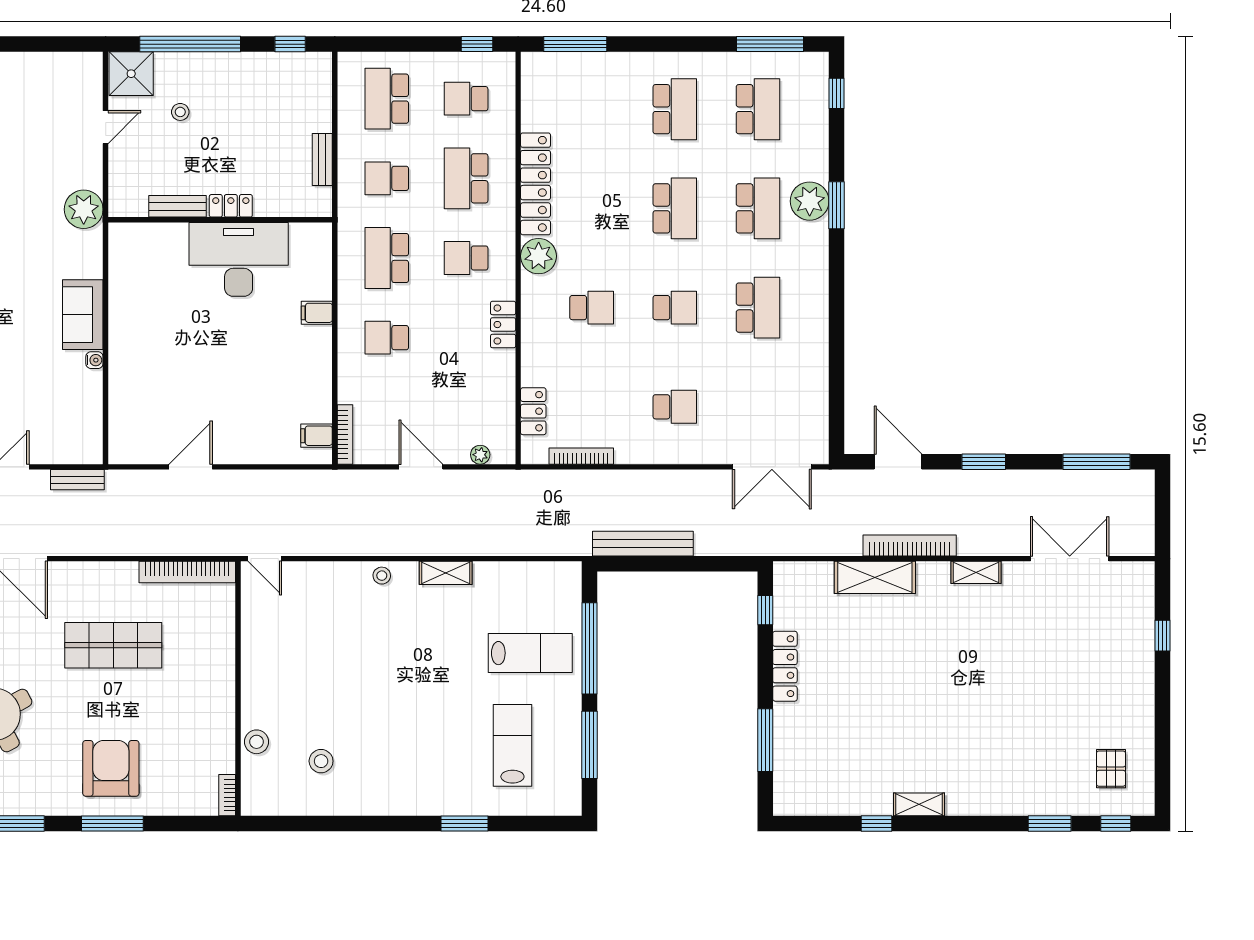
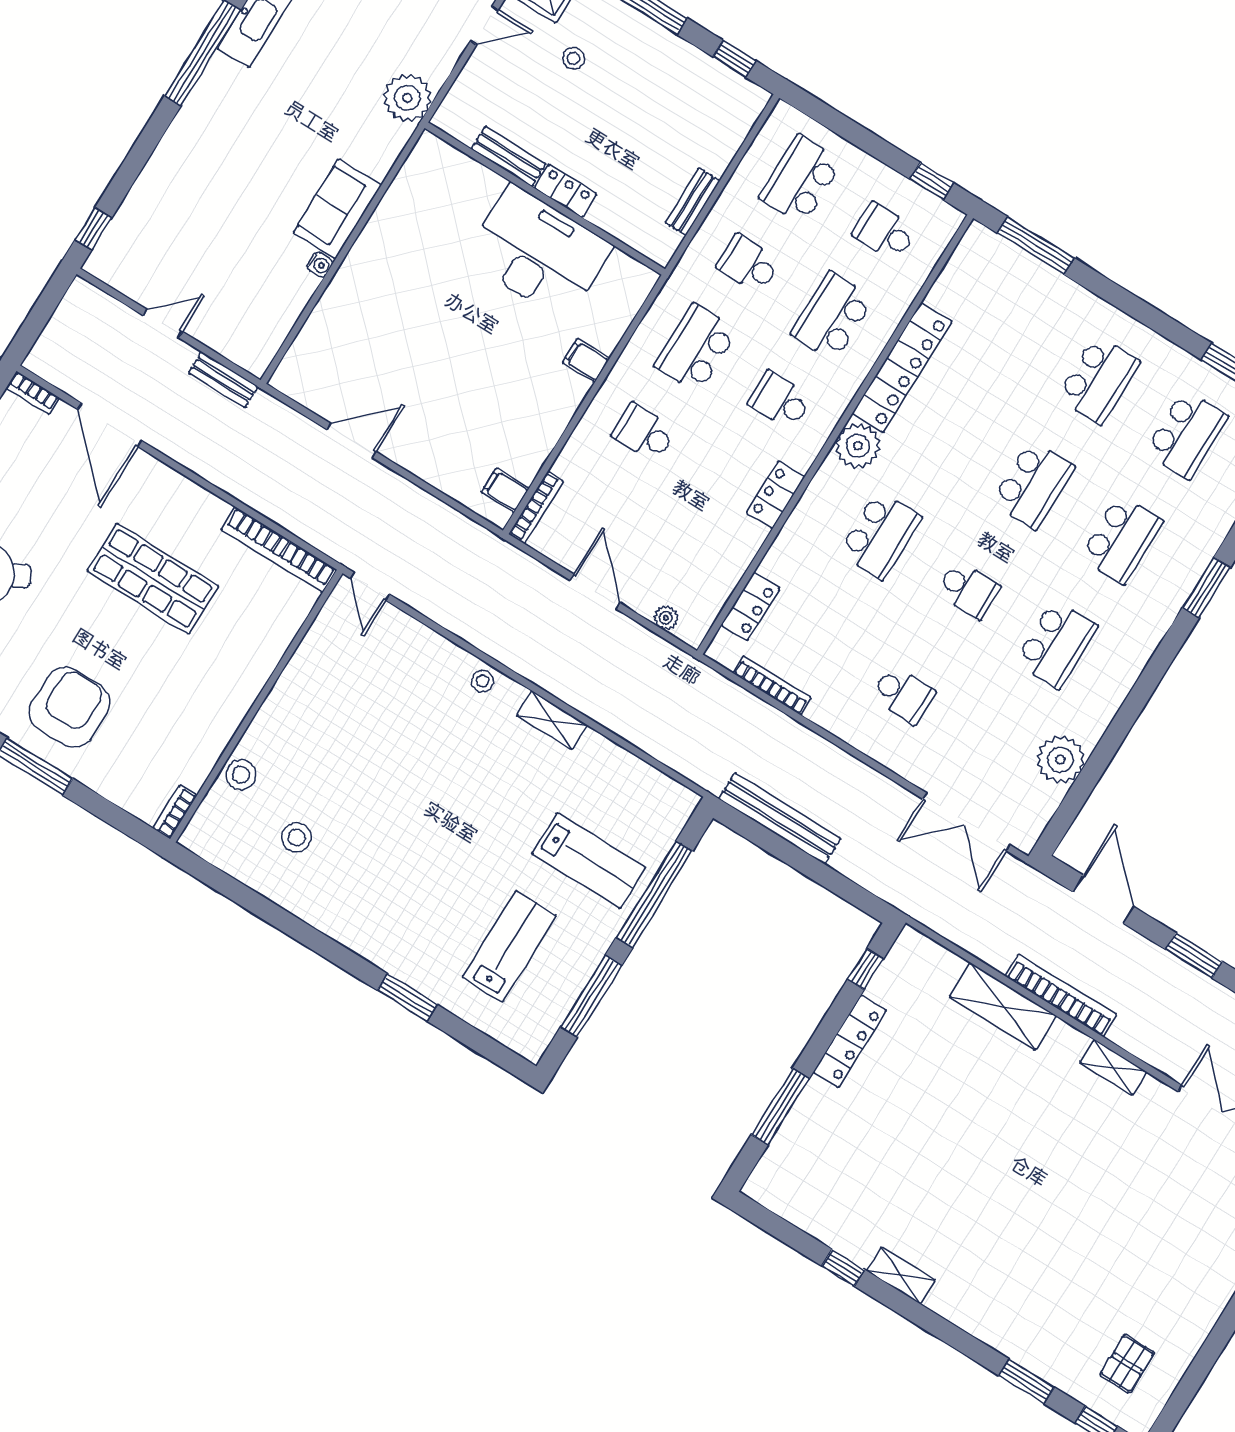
plant: (810, 201) -> (1060, 760), moved
school desk: (592, 308) -> (880, 535), width x1.85

